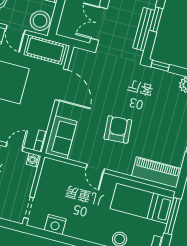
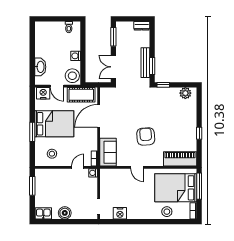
window: (156, 19) -> (152, 66), moved
door: (61, 85) -> (99, 116), swing flipped
bed: (142, 203) -> (176, 188), width x1.50

